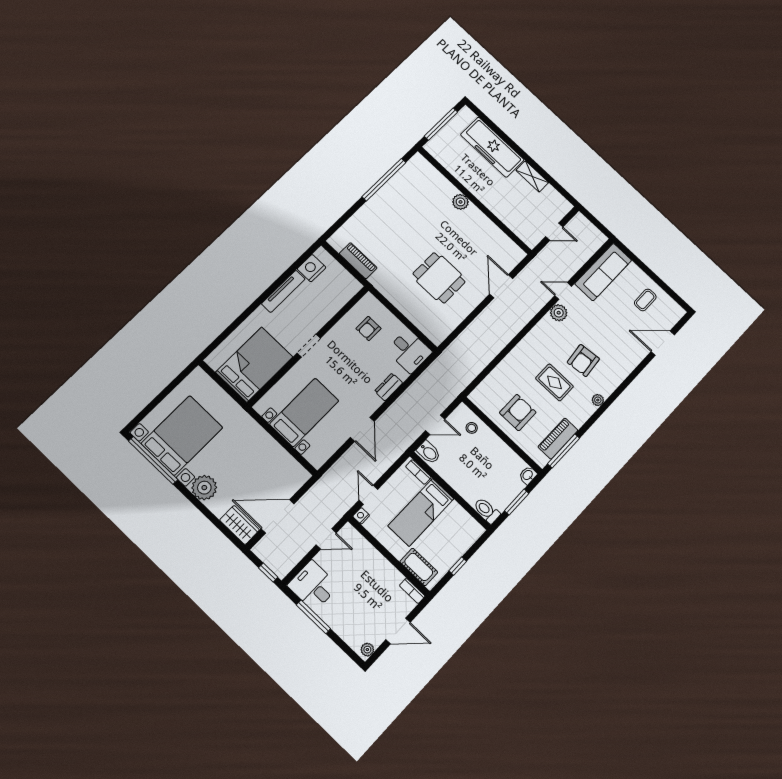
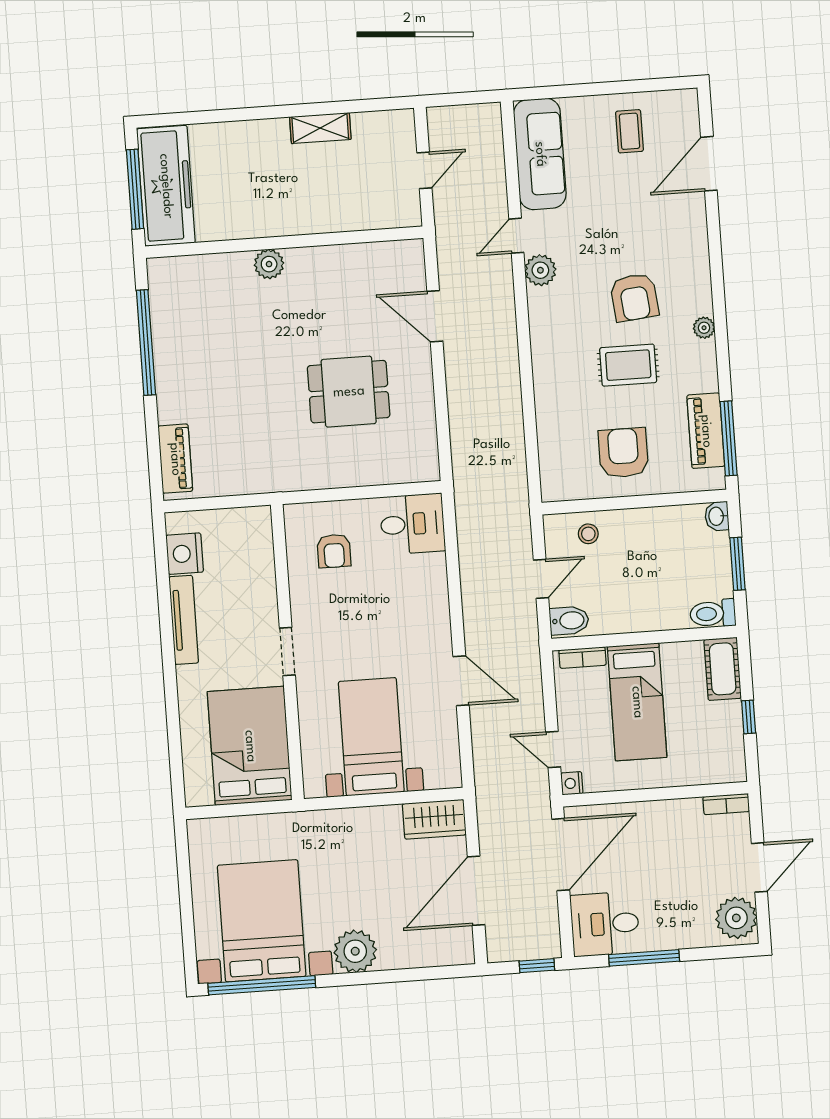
freezer: (492, 147) -> (166, 186), moved, turned -90
piano: (358, 261) -> (175, 459), moved, turned 90
dresser: (389, 387) -> (436, 595), removed
wardrobe: (240, 525) -> (434, 819), moved, turned 180
door: (326, 539) -> (561, 855), width x1.87
cot: (419, 567) -> (723, 669), moved, turned 90
plant: (367, 650) -> (736, 918), width x1.88, depth x1.88

